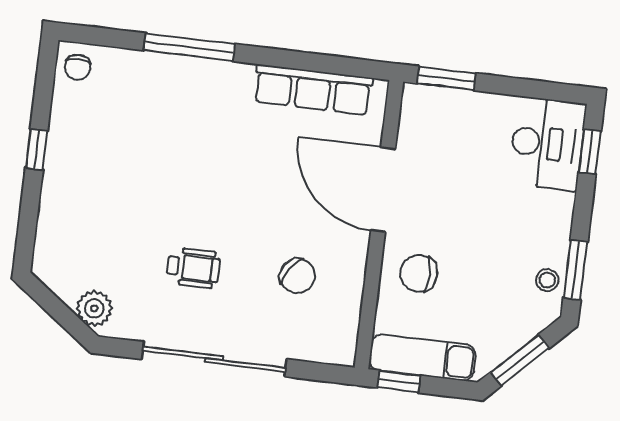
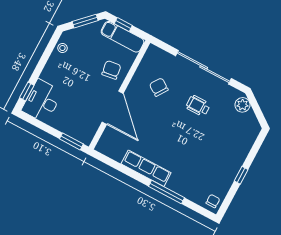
row of seats: (313, 90) -> (146, 168), moved
window: (575, 270) -> (50, 48), removed
chair: (419, 273) -> (111, 70), turned -98
window: (399, 382) -> (123, 25), moved

